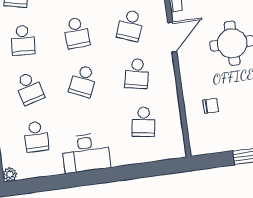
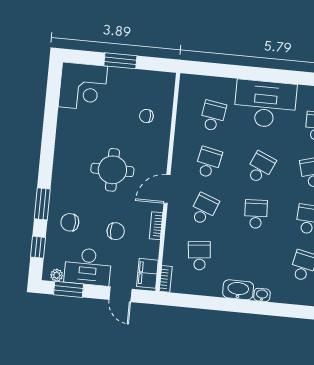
desk: (86, 153) -> (265, 104), width x1.36, depth x1.30

